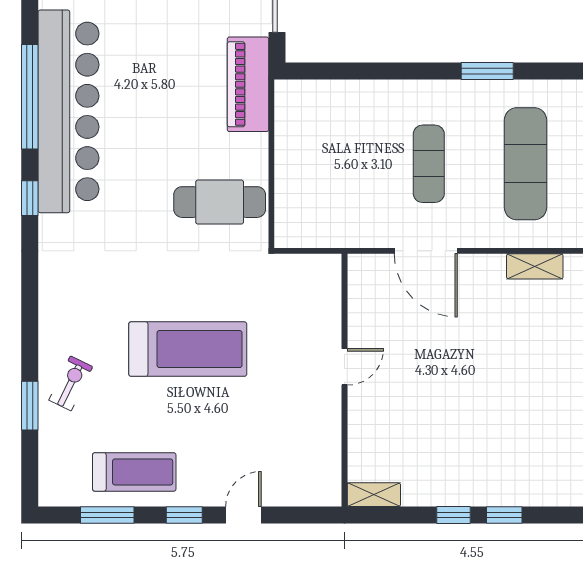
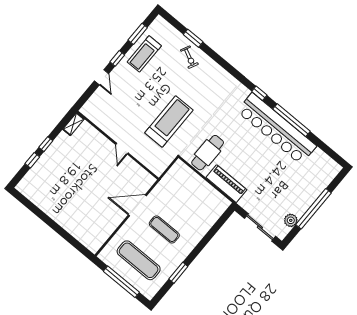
piano: (248, 84) -> (226, 184), moved
shelving: (535, 266) -> (103, 236), removed
treadmill: (188, 349) -> (169, 121), moved, turned 180

